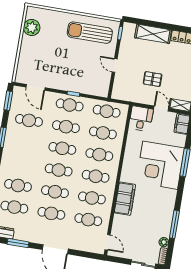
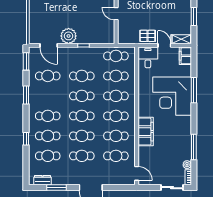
pallet: (153, 79) -> (148, 36), moved
plant: (59, 81) -> (69, 36), added
cafe table: (70, 105) -> (48, 116), moved

